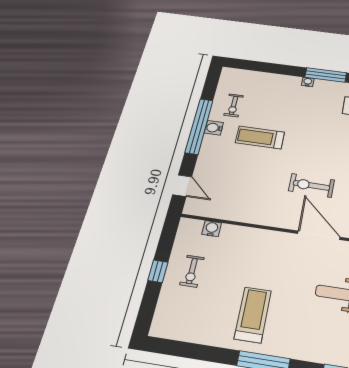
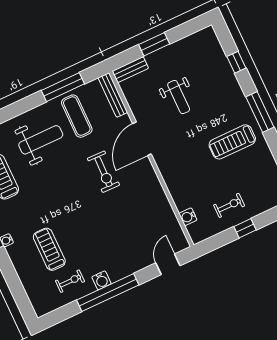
treadmill: (260, 137) -> (49, 249), moved, turned 180

